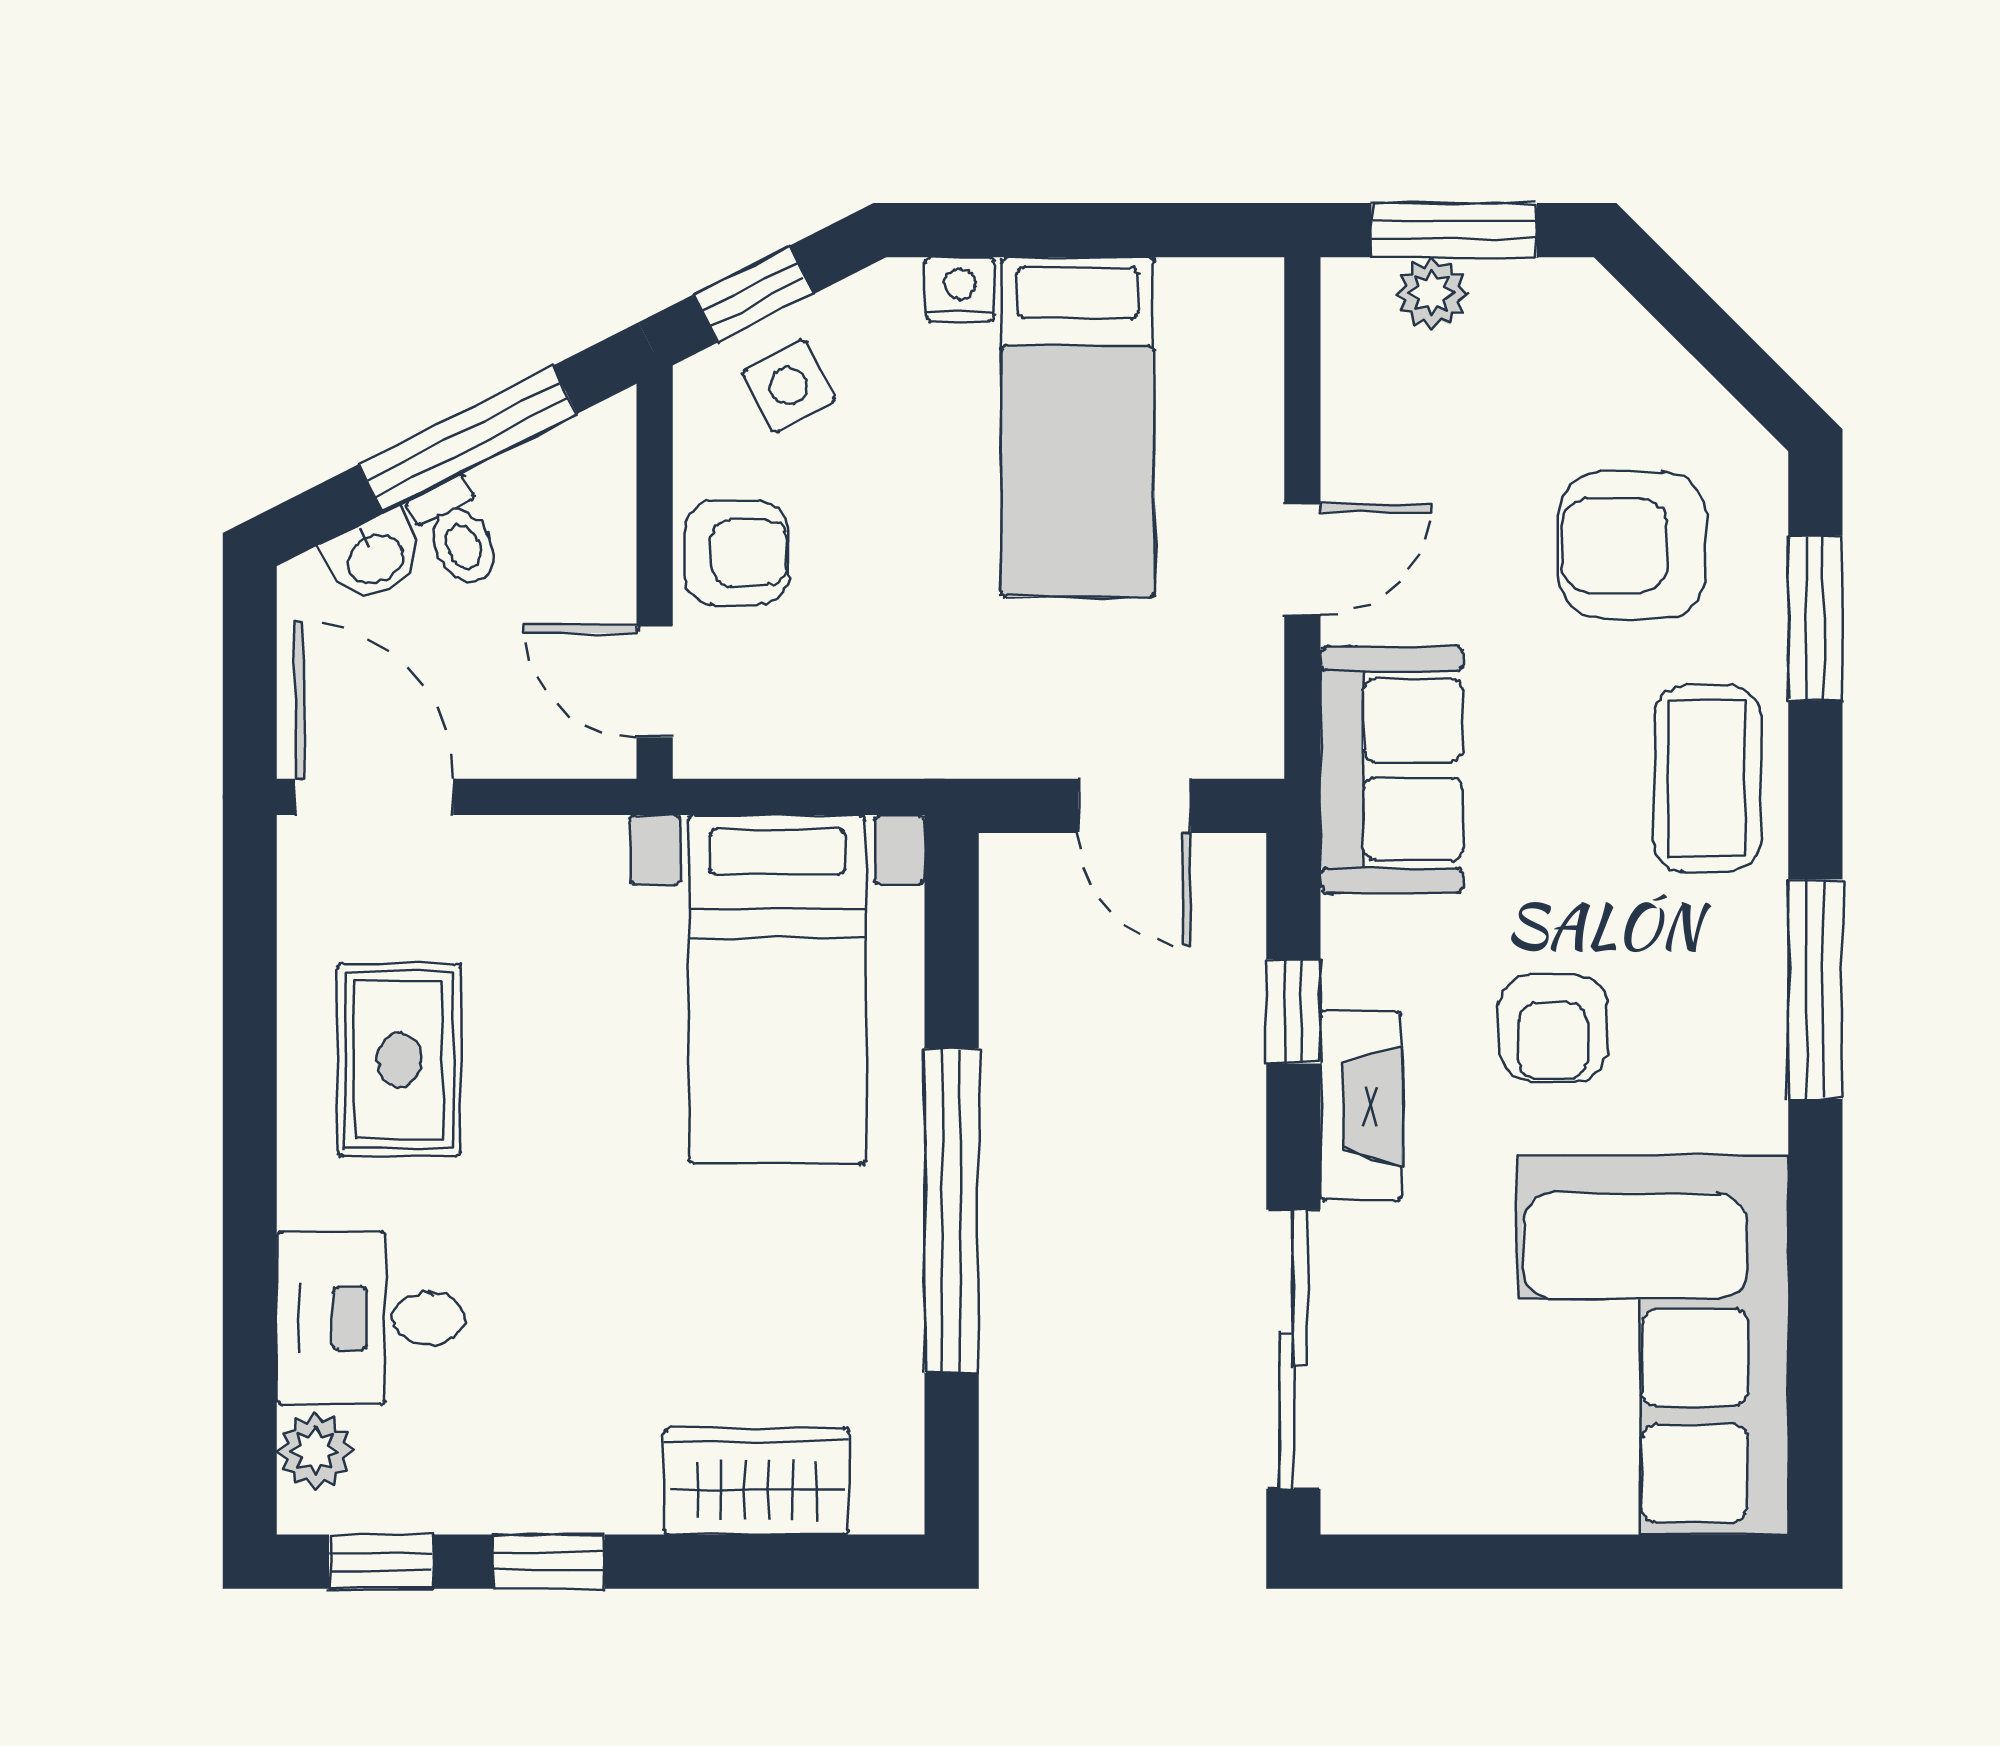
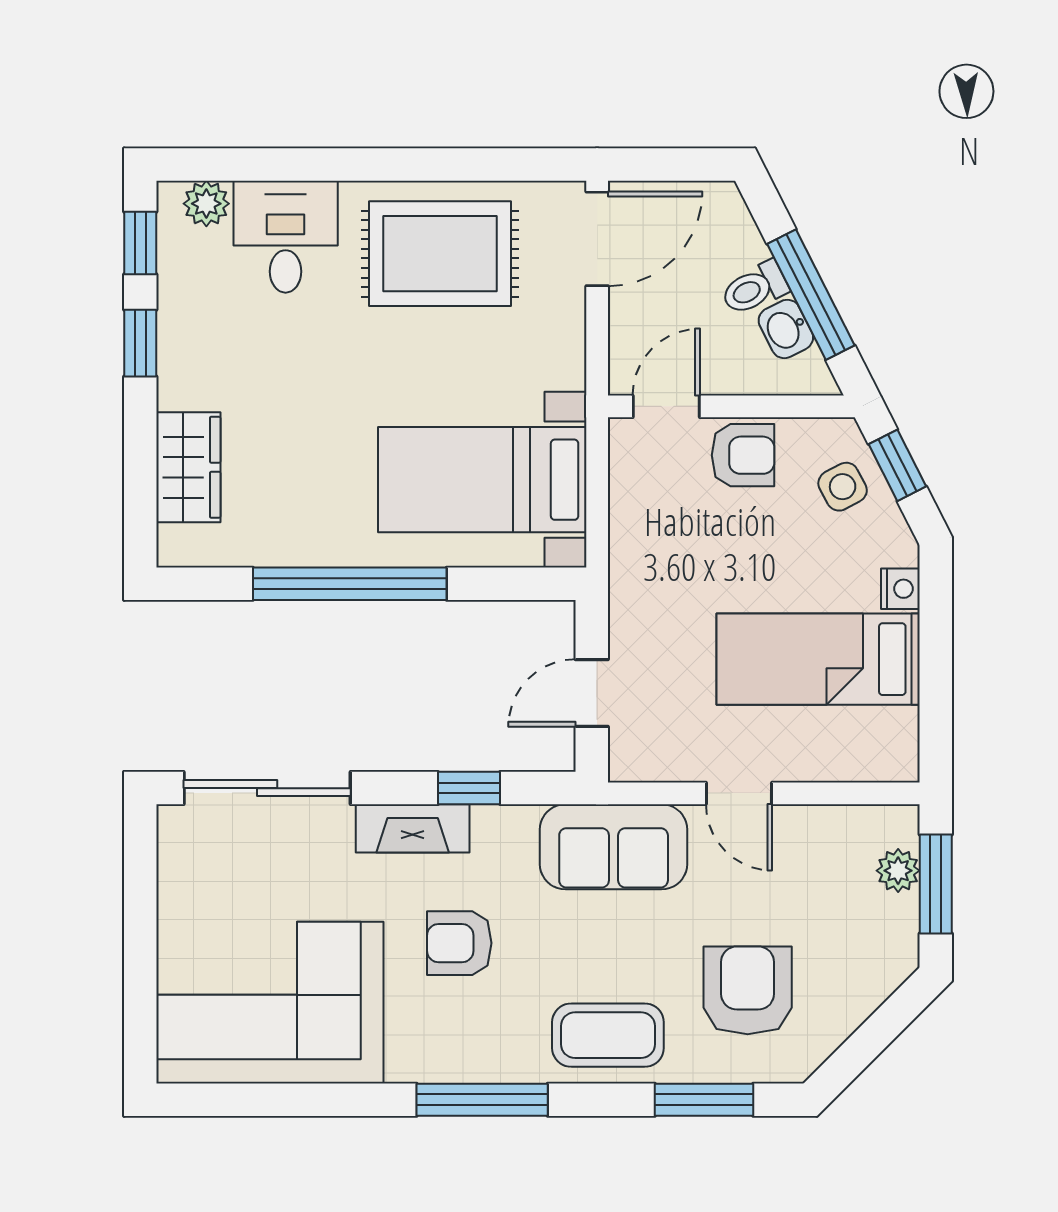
armchair: (736, 553) -> (743, 455), turned -90
washbasin: (374, 557) -> (786, 329), moved
rug: (399, 1060) -> (440, 254), width x1.36, depth x1.43

